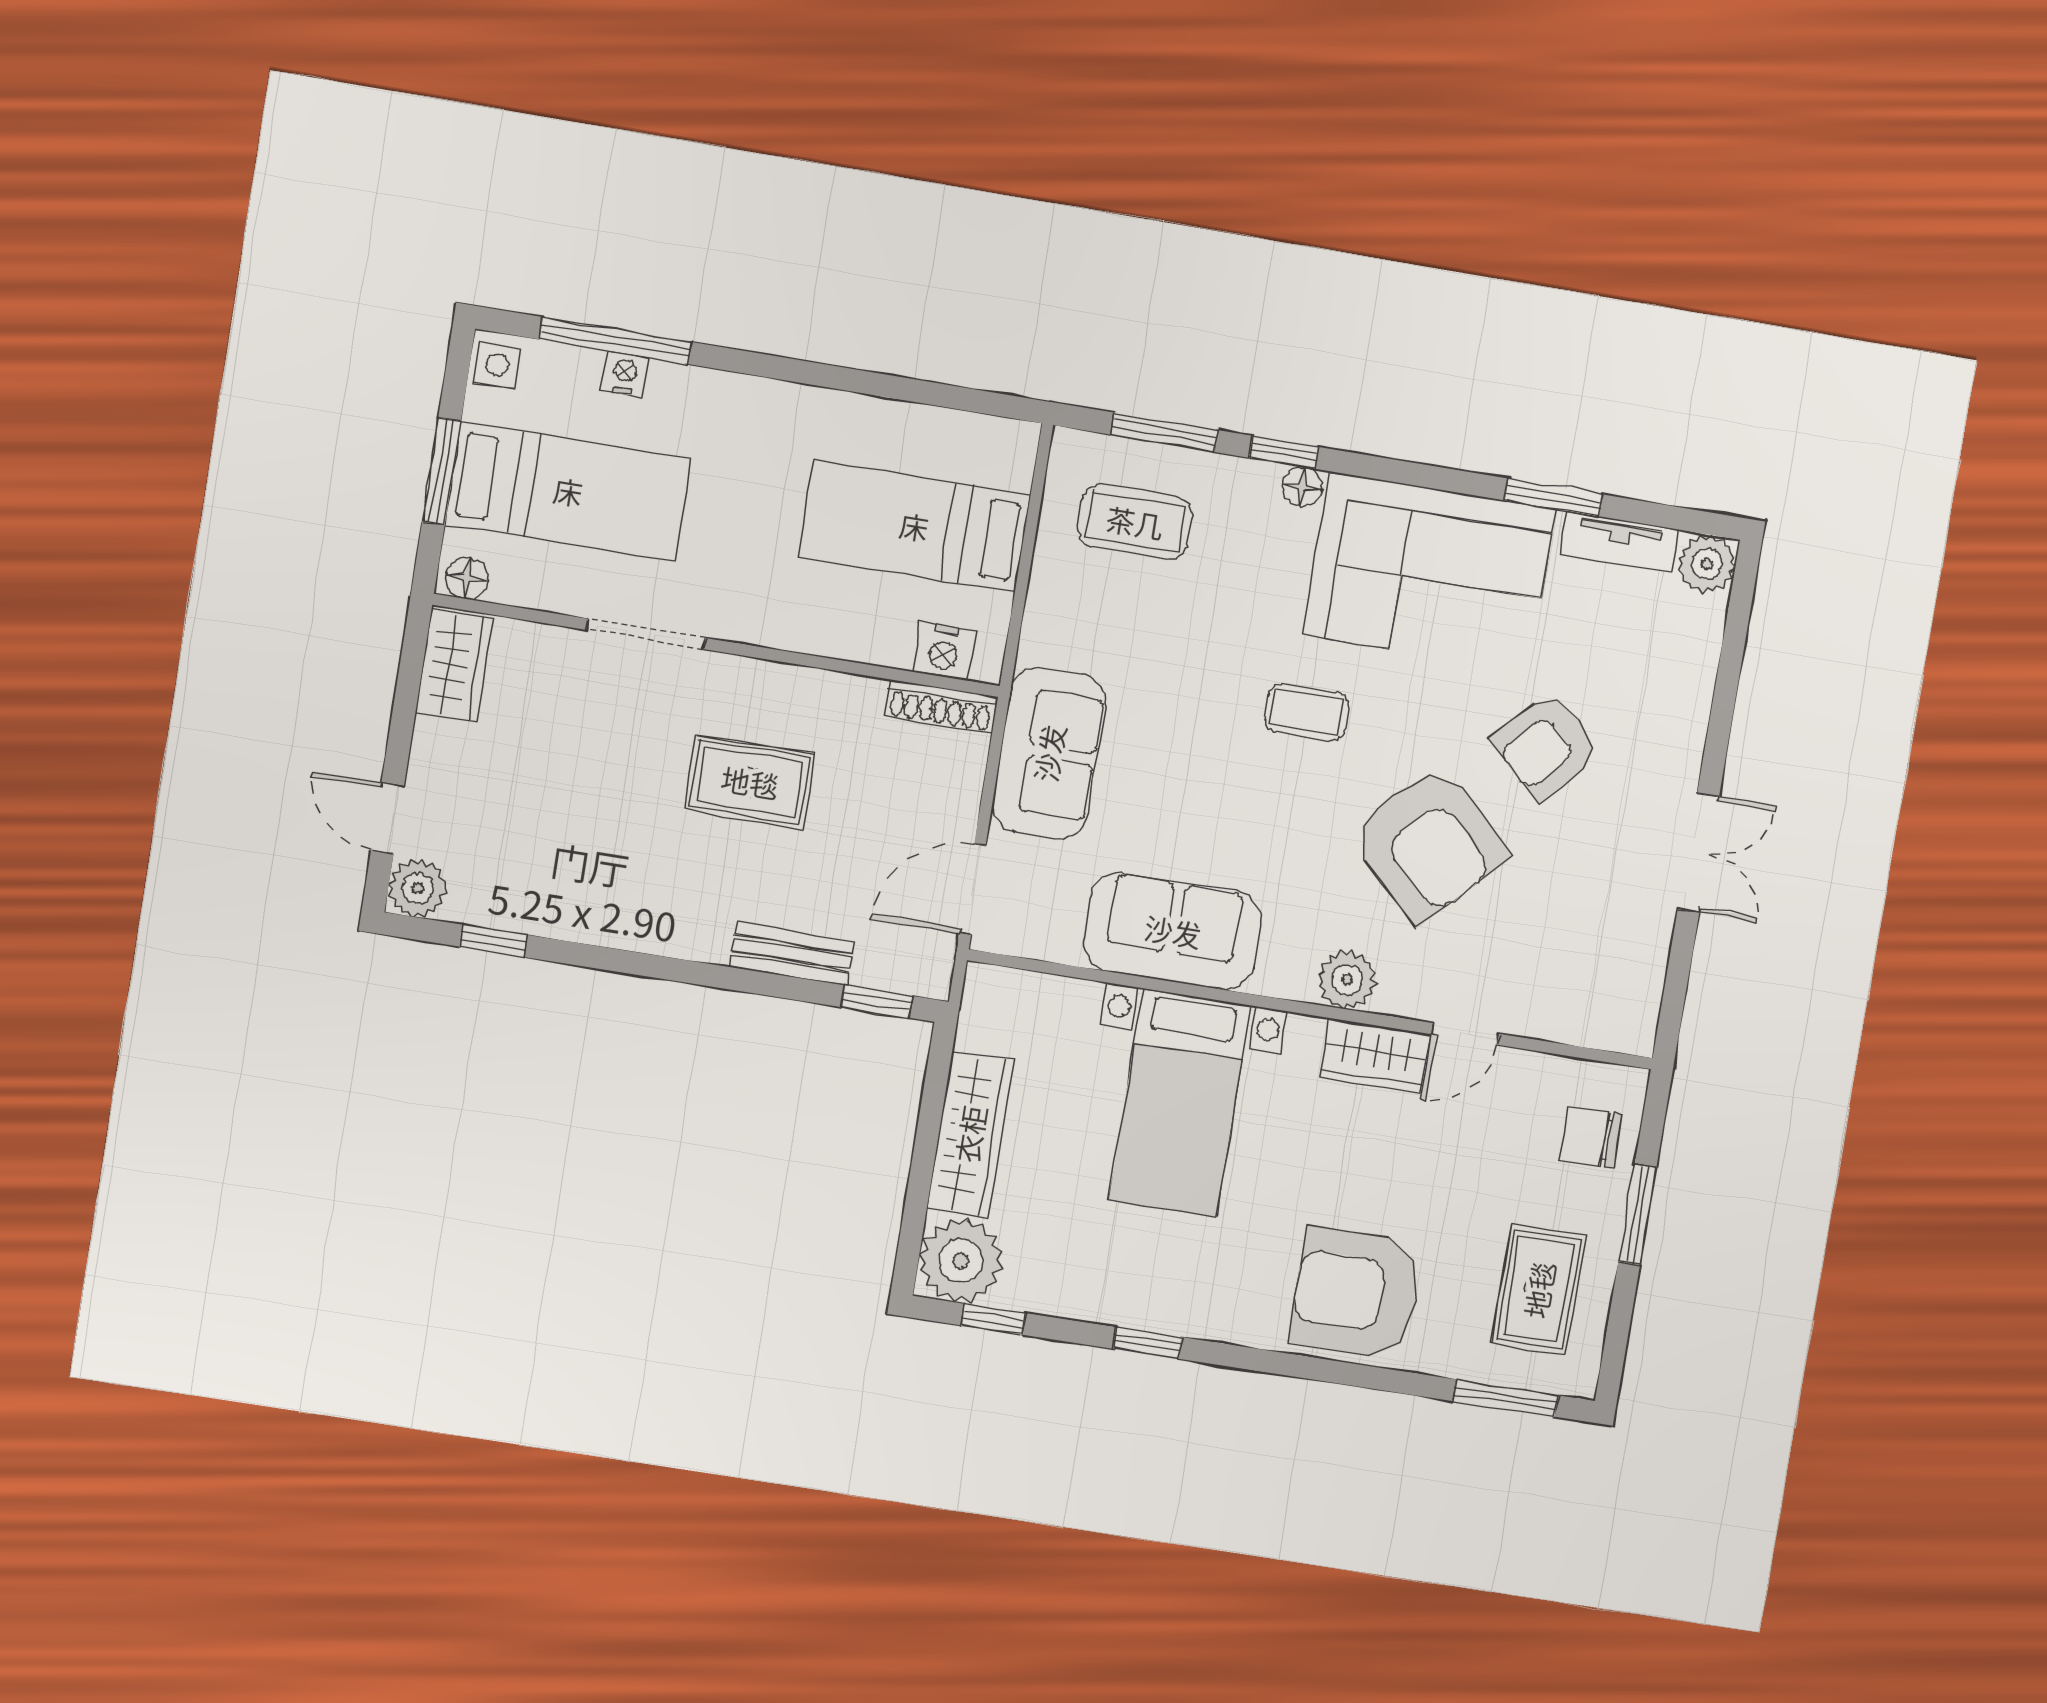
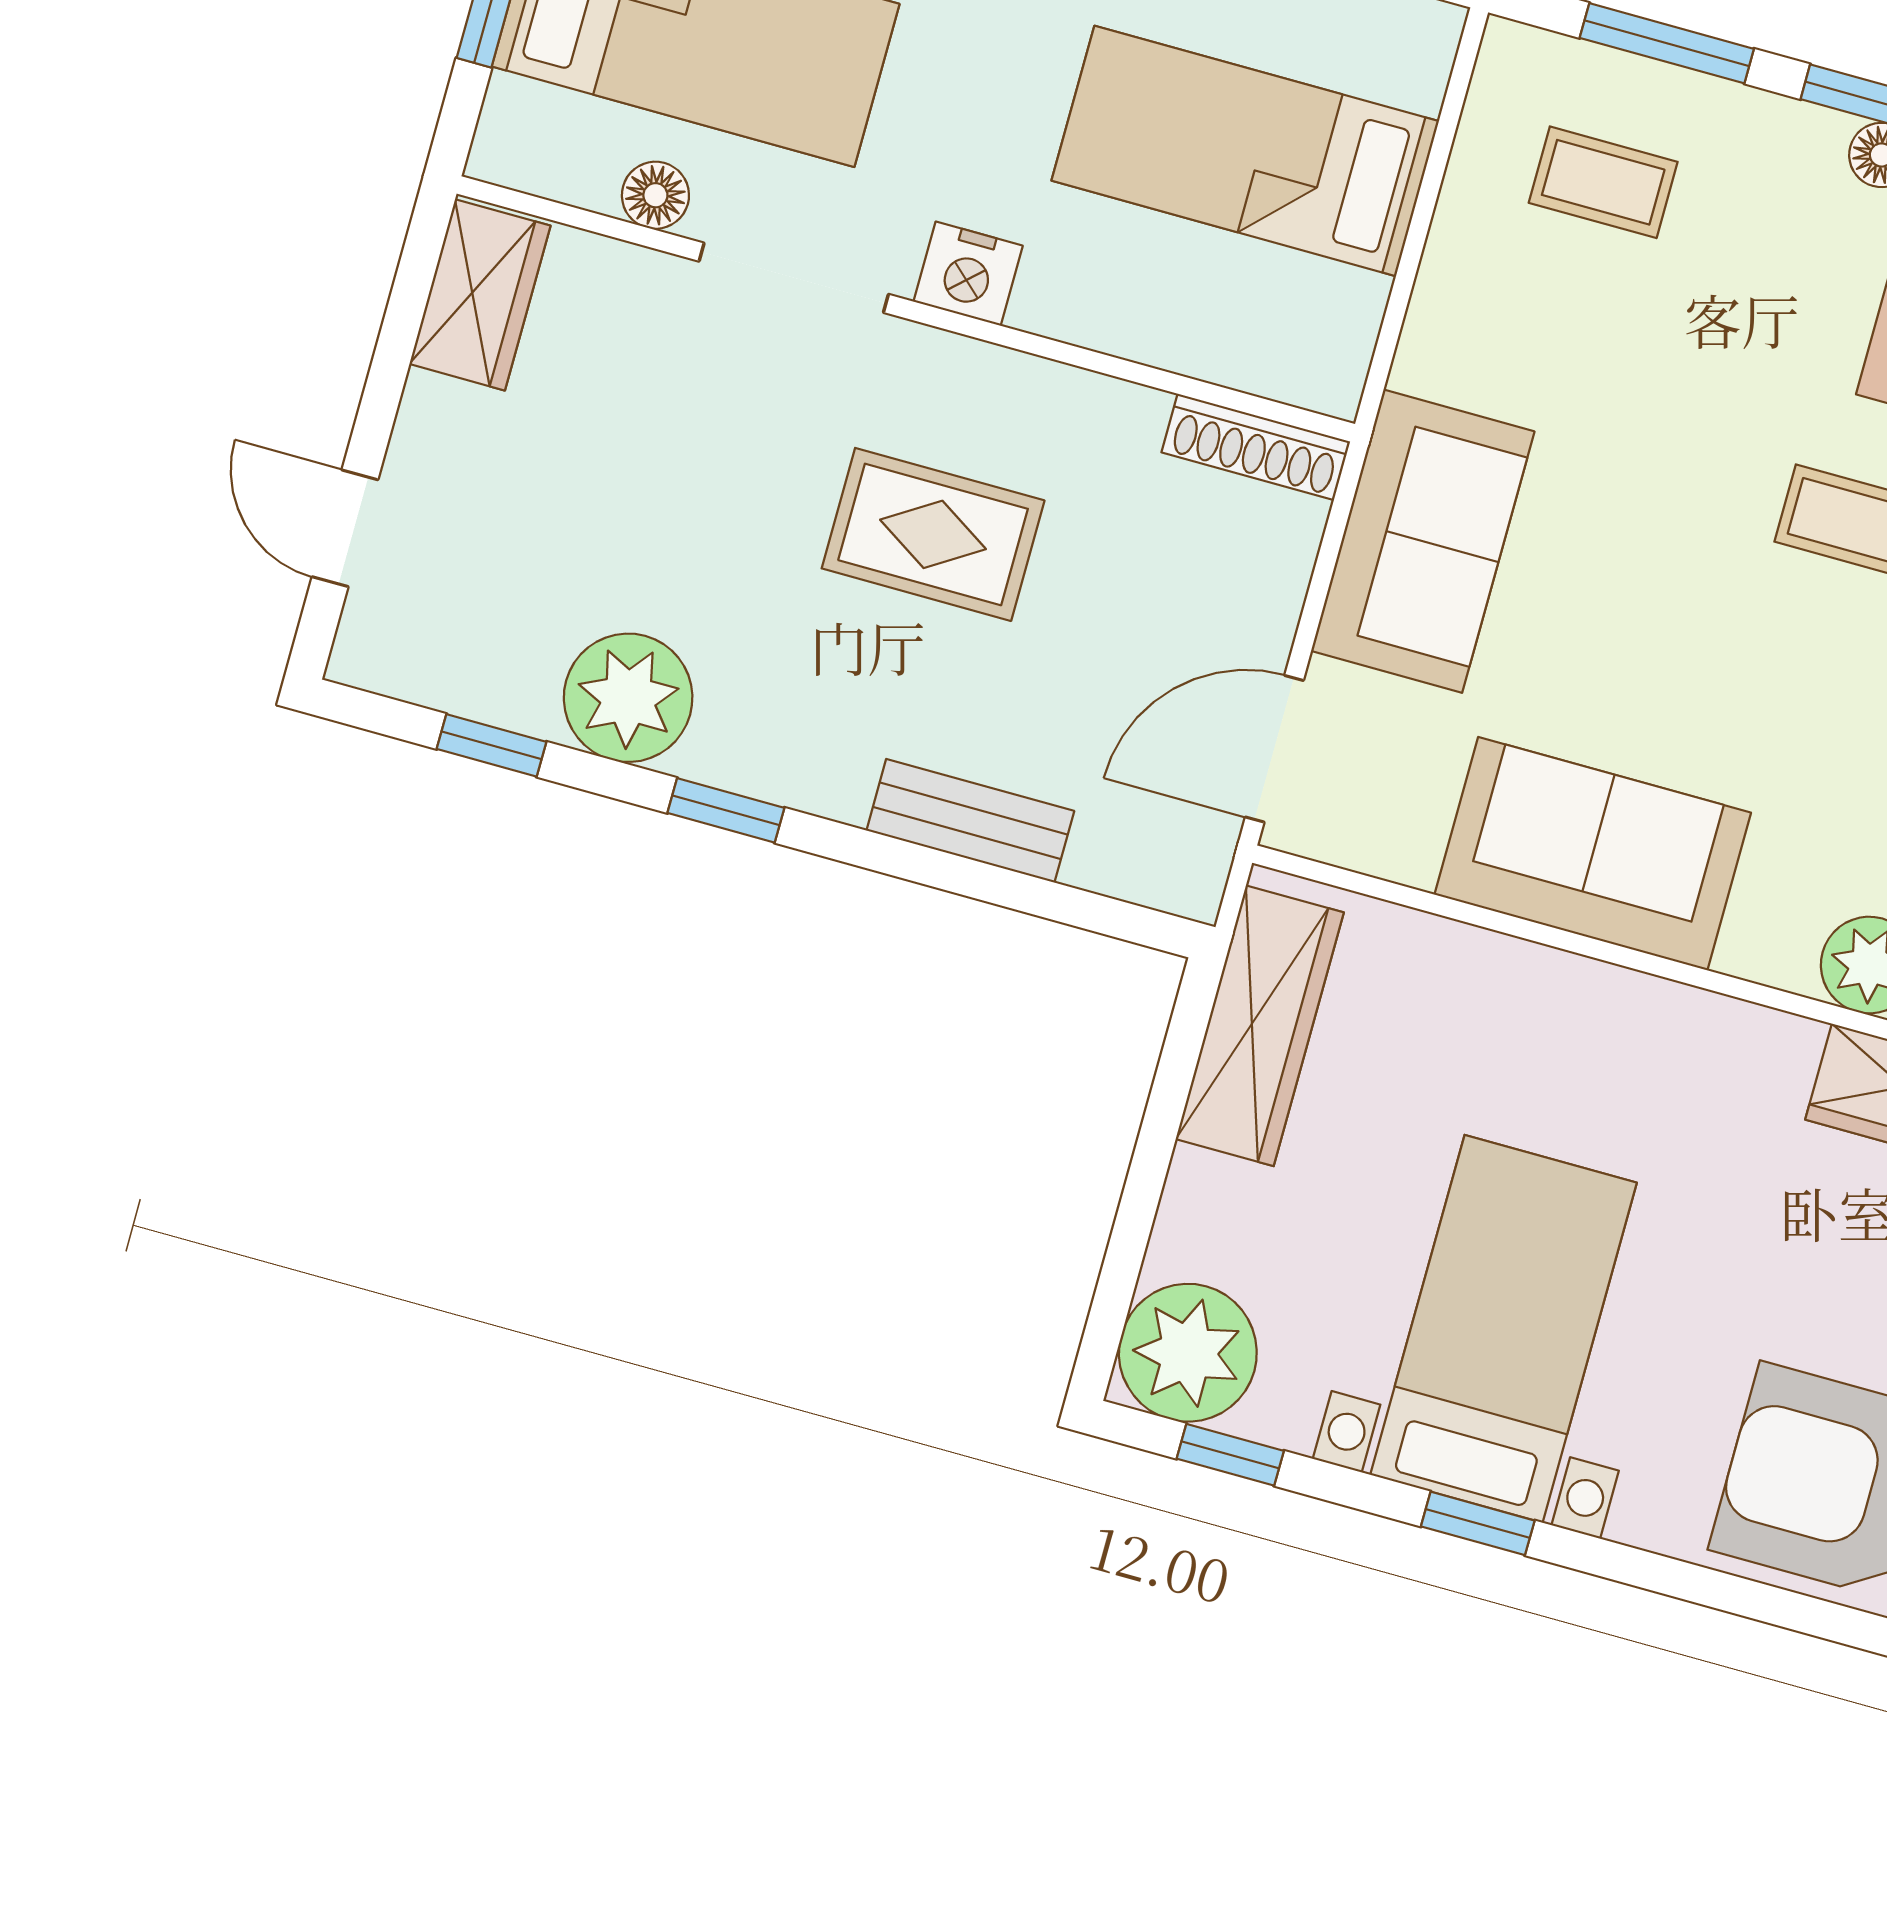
coffee table: (1135, 522) -> (1603, 182), width x0.73, depth x0.77
floor lamp: (467, 578) -> (655, 195), moved
nightstand: (944, 651) -> (968, 274), moved
plant: (418, 888) -> (628, 698), moved, width x1.36, depth x1.36
window: (877, 1002) -> (726, 810), moved
bed with nightstands: (1180, 1103) -> (1504, 1329), moved, turned 180
wardrobe: (970, 1134) -> (1260, 1026), moved

